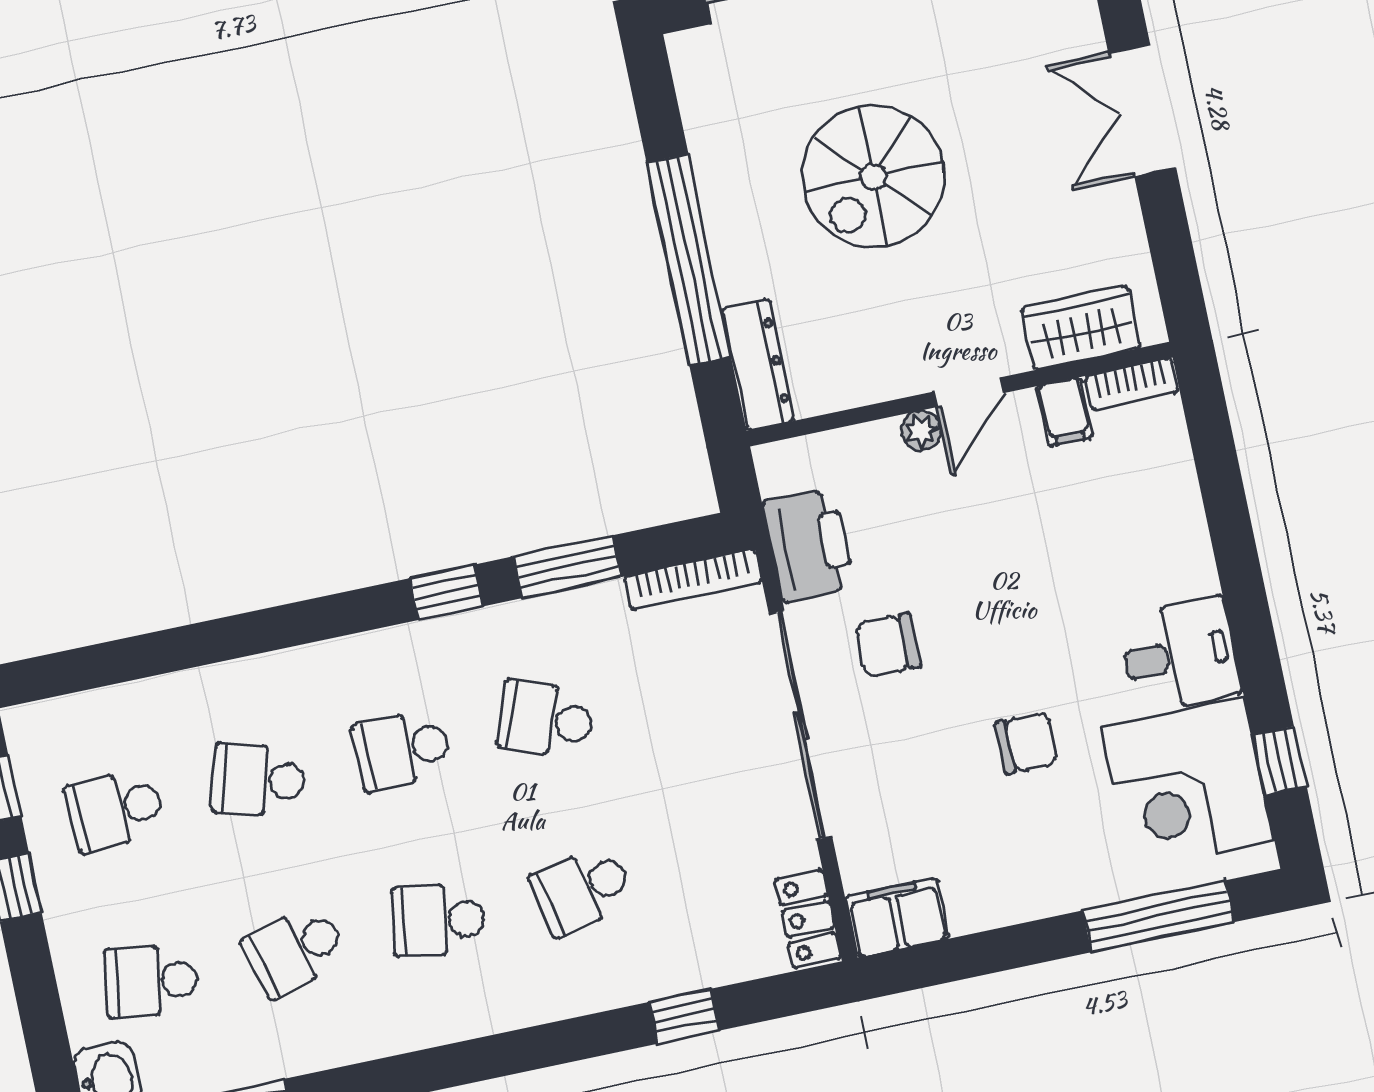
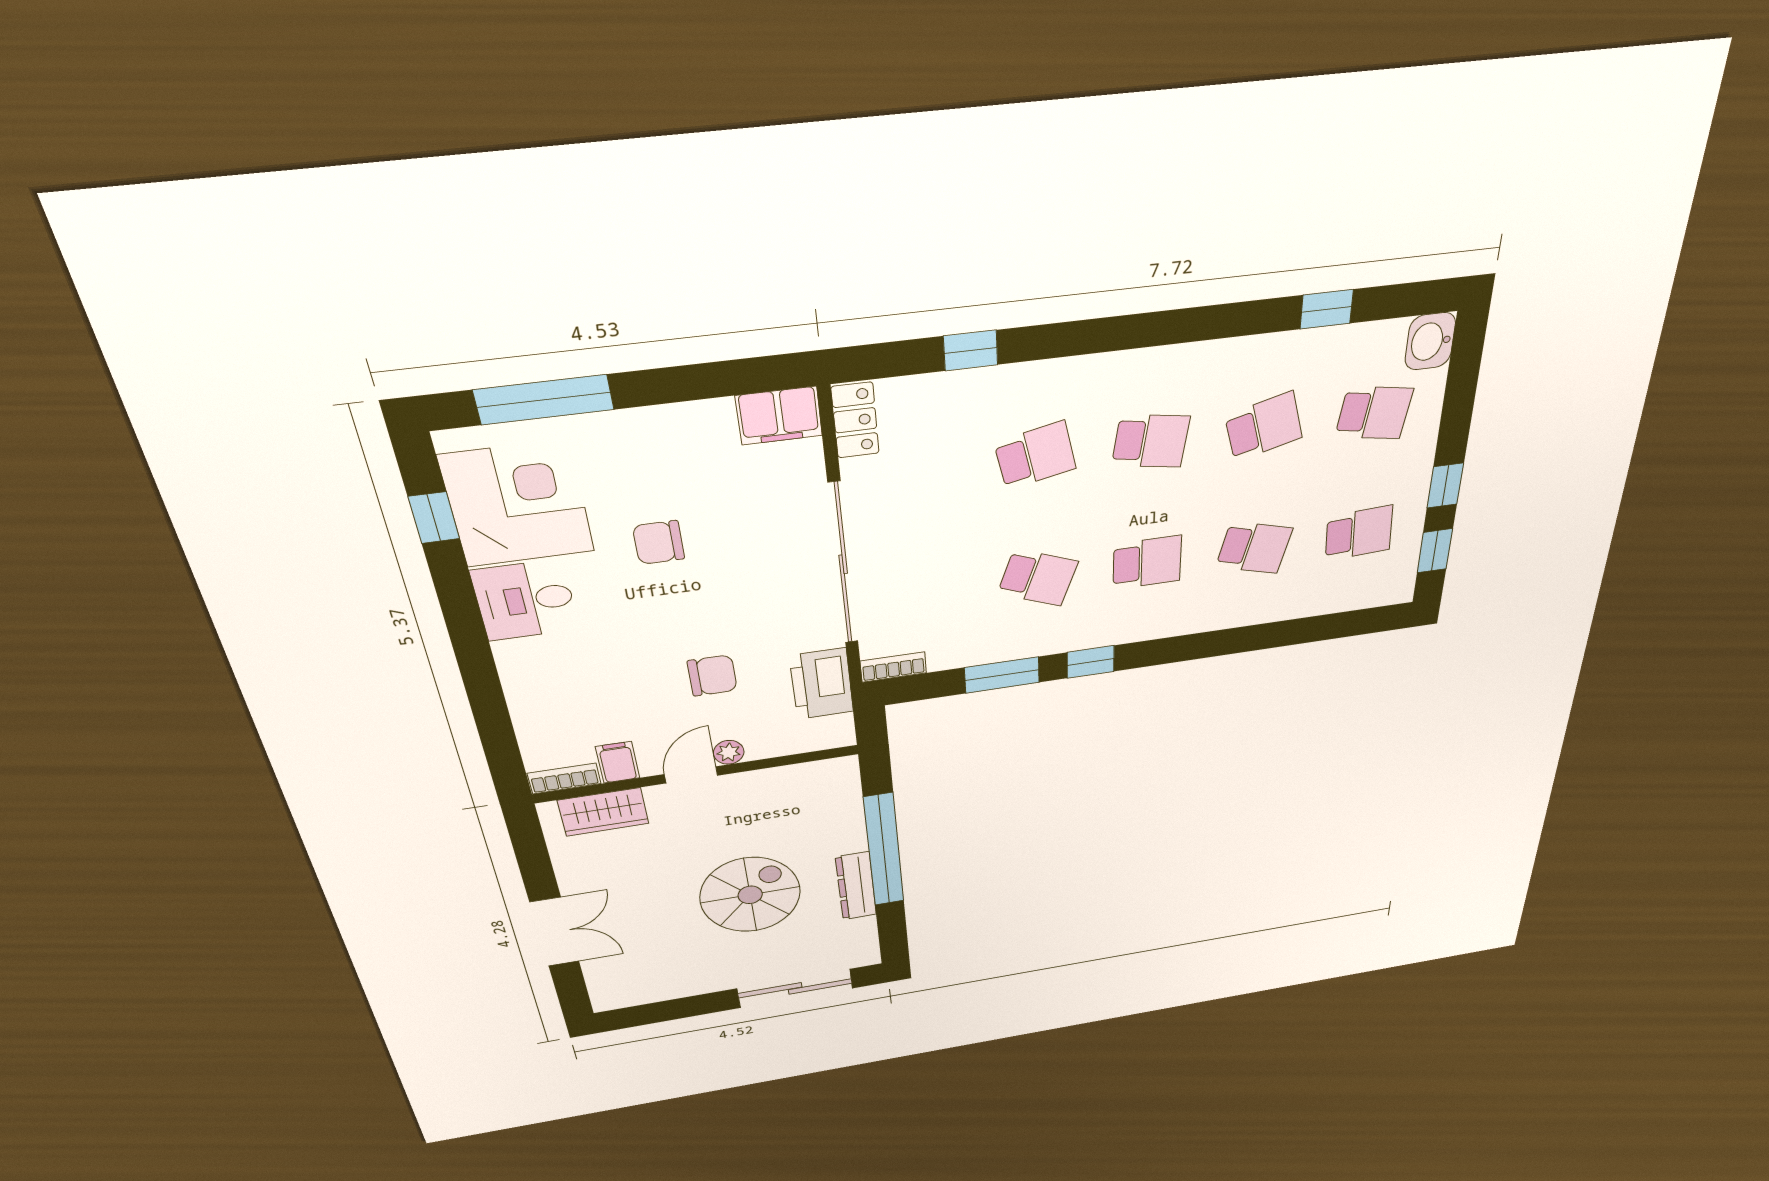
dresser: (758, 364) -> (856, 886), moved
bookcase: (693, 580) -> (893, 667), width x0.64
chair: (888, 645) -> (712, 676), moved

